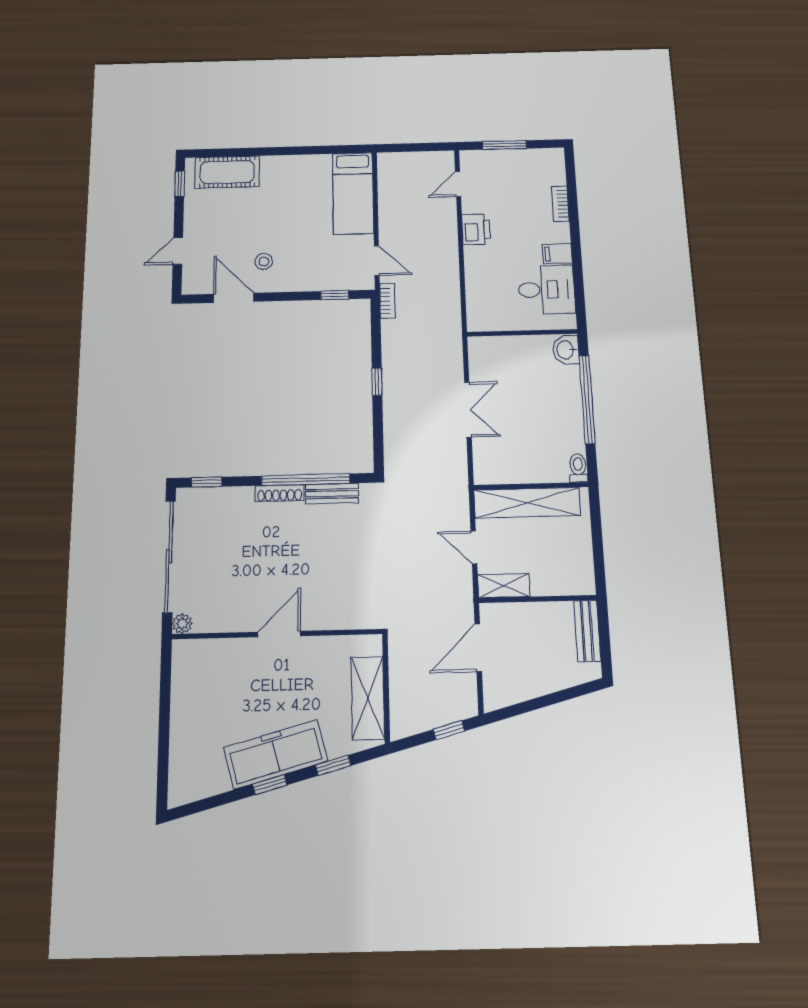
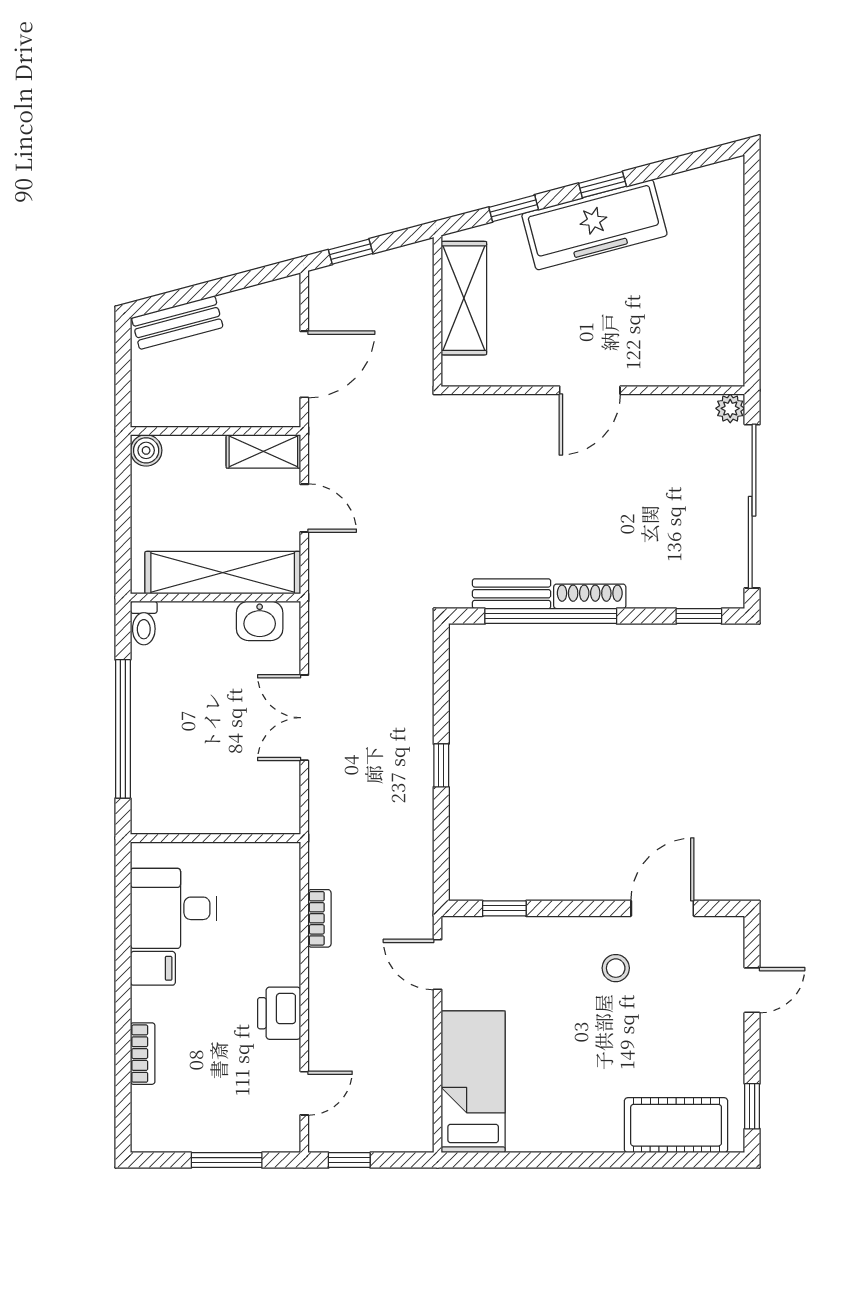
window: (429, 147) -> (349, 1160), added
door: (234, 298) -> (662, 908), swing flipped
bookcase: (387, 301) -> (320, 918), moved, turned 180
washbasin: (566, 350) -> (260, 621), moved, turned 90
boiler: (585, 584) -> (146, 450), added
bench: (587, 631) -> (177, 323), moved, turned 75

